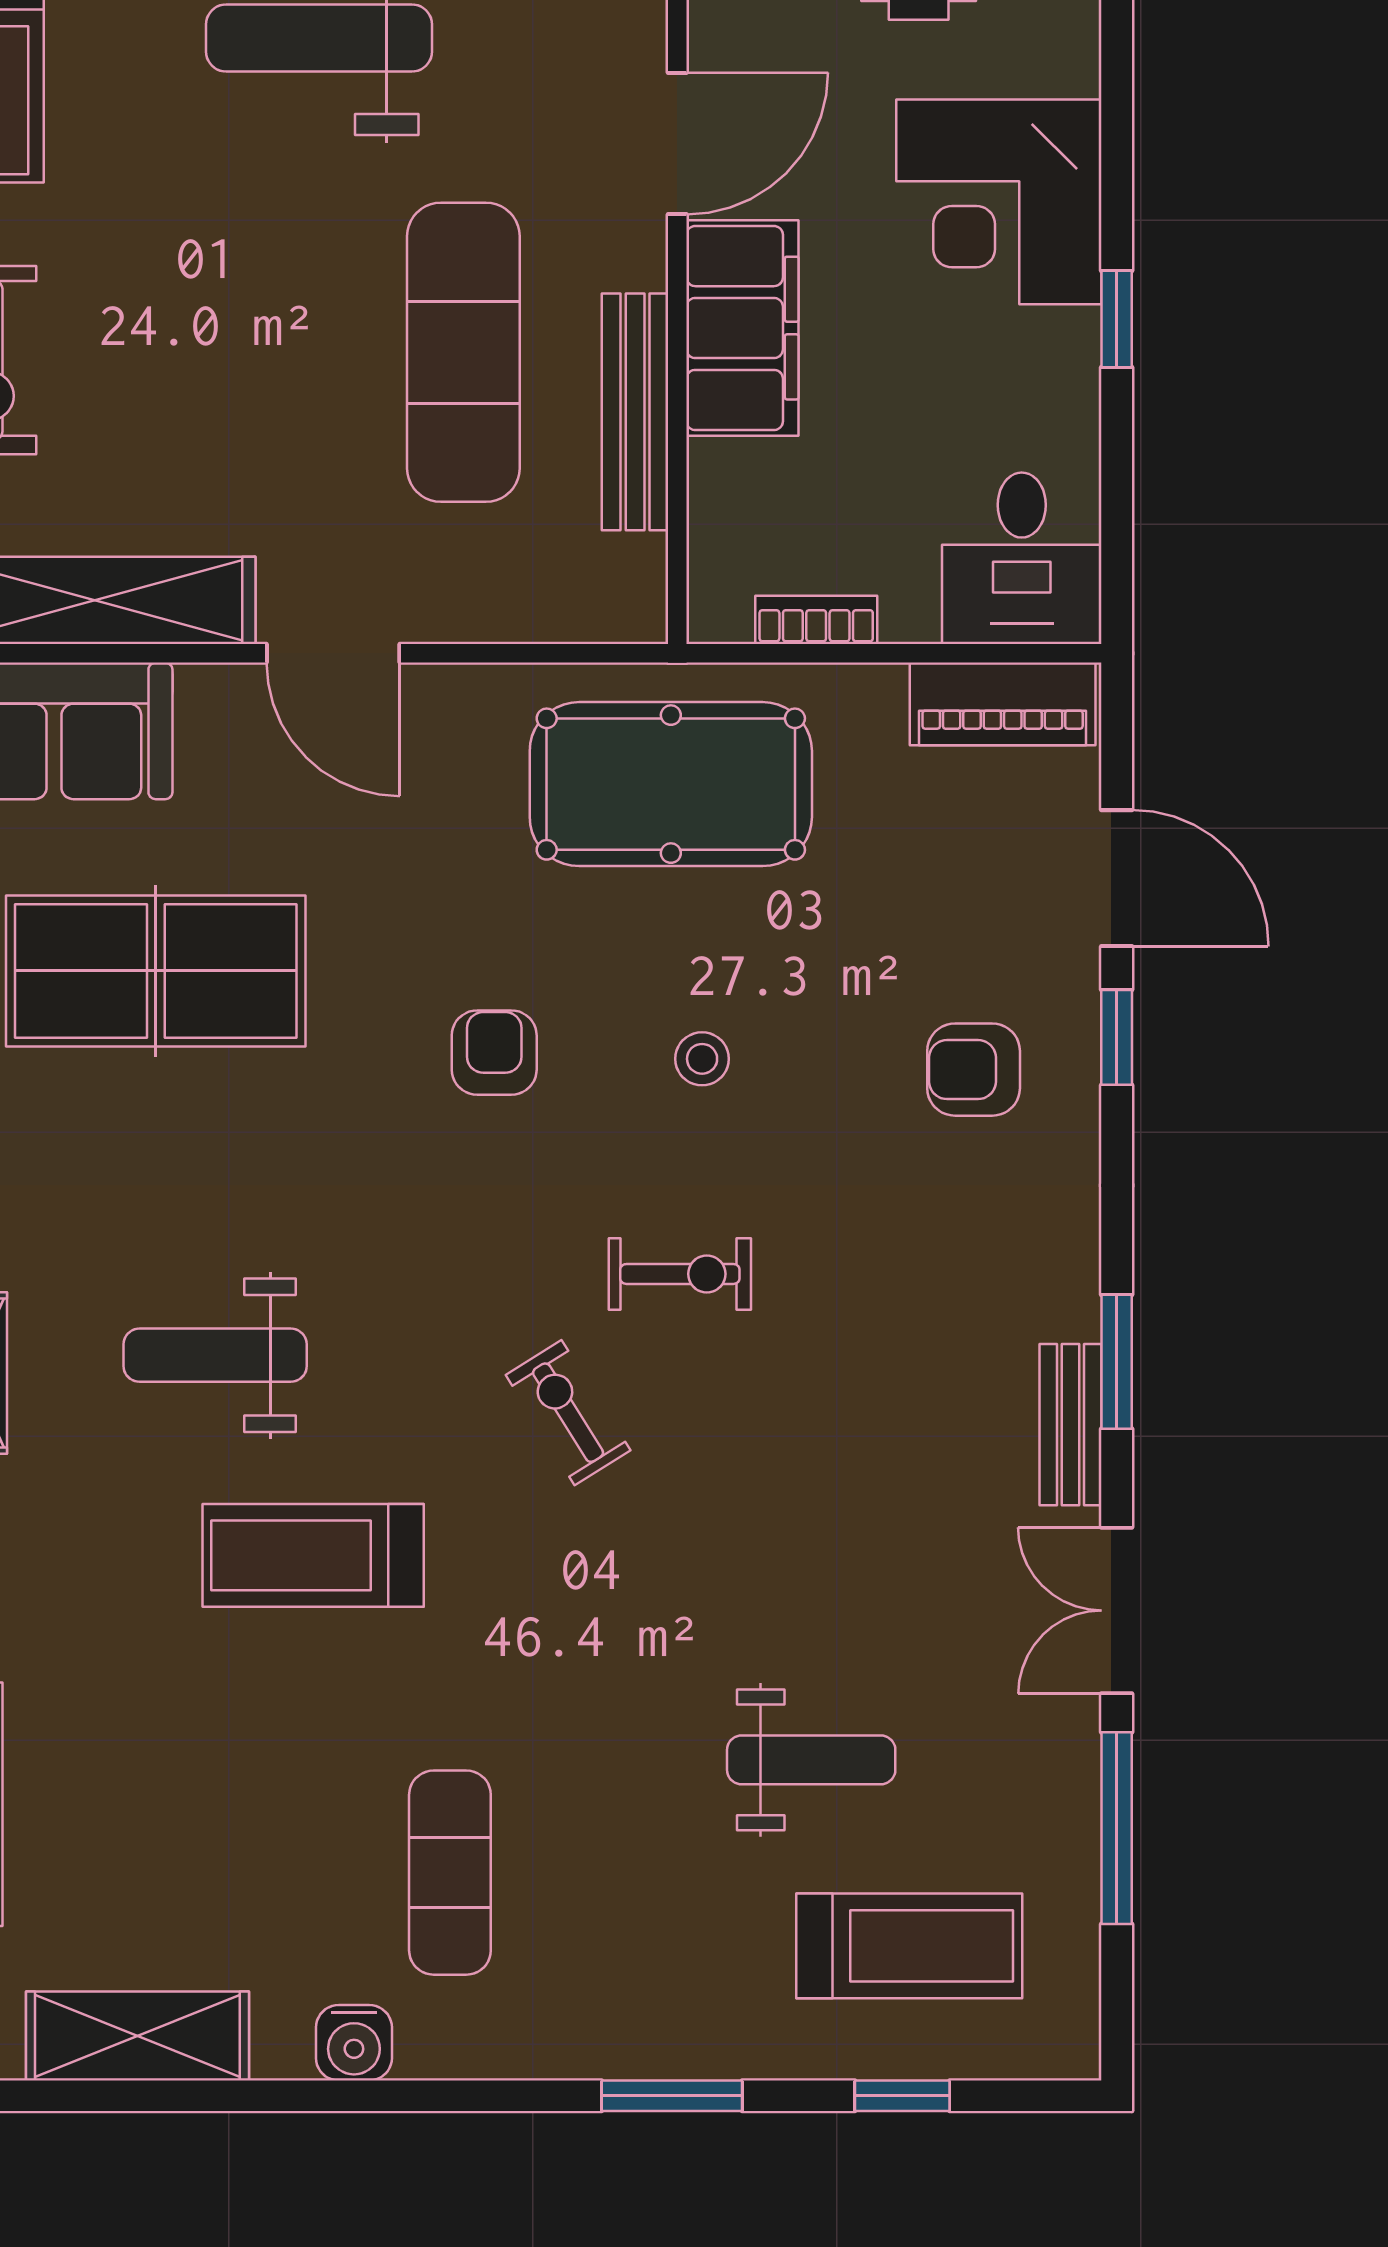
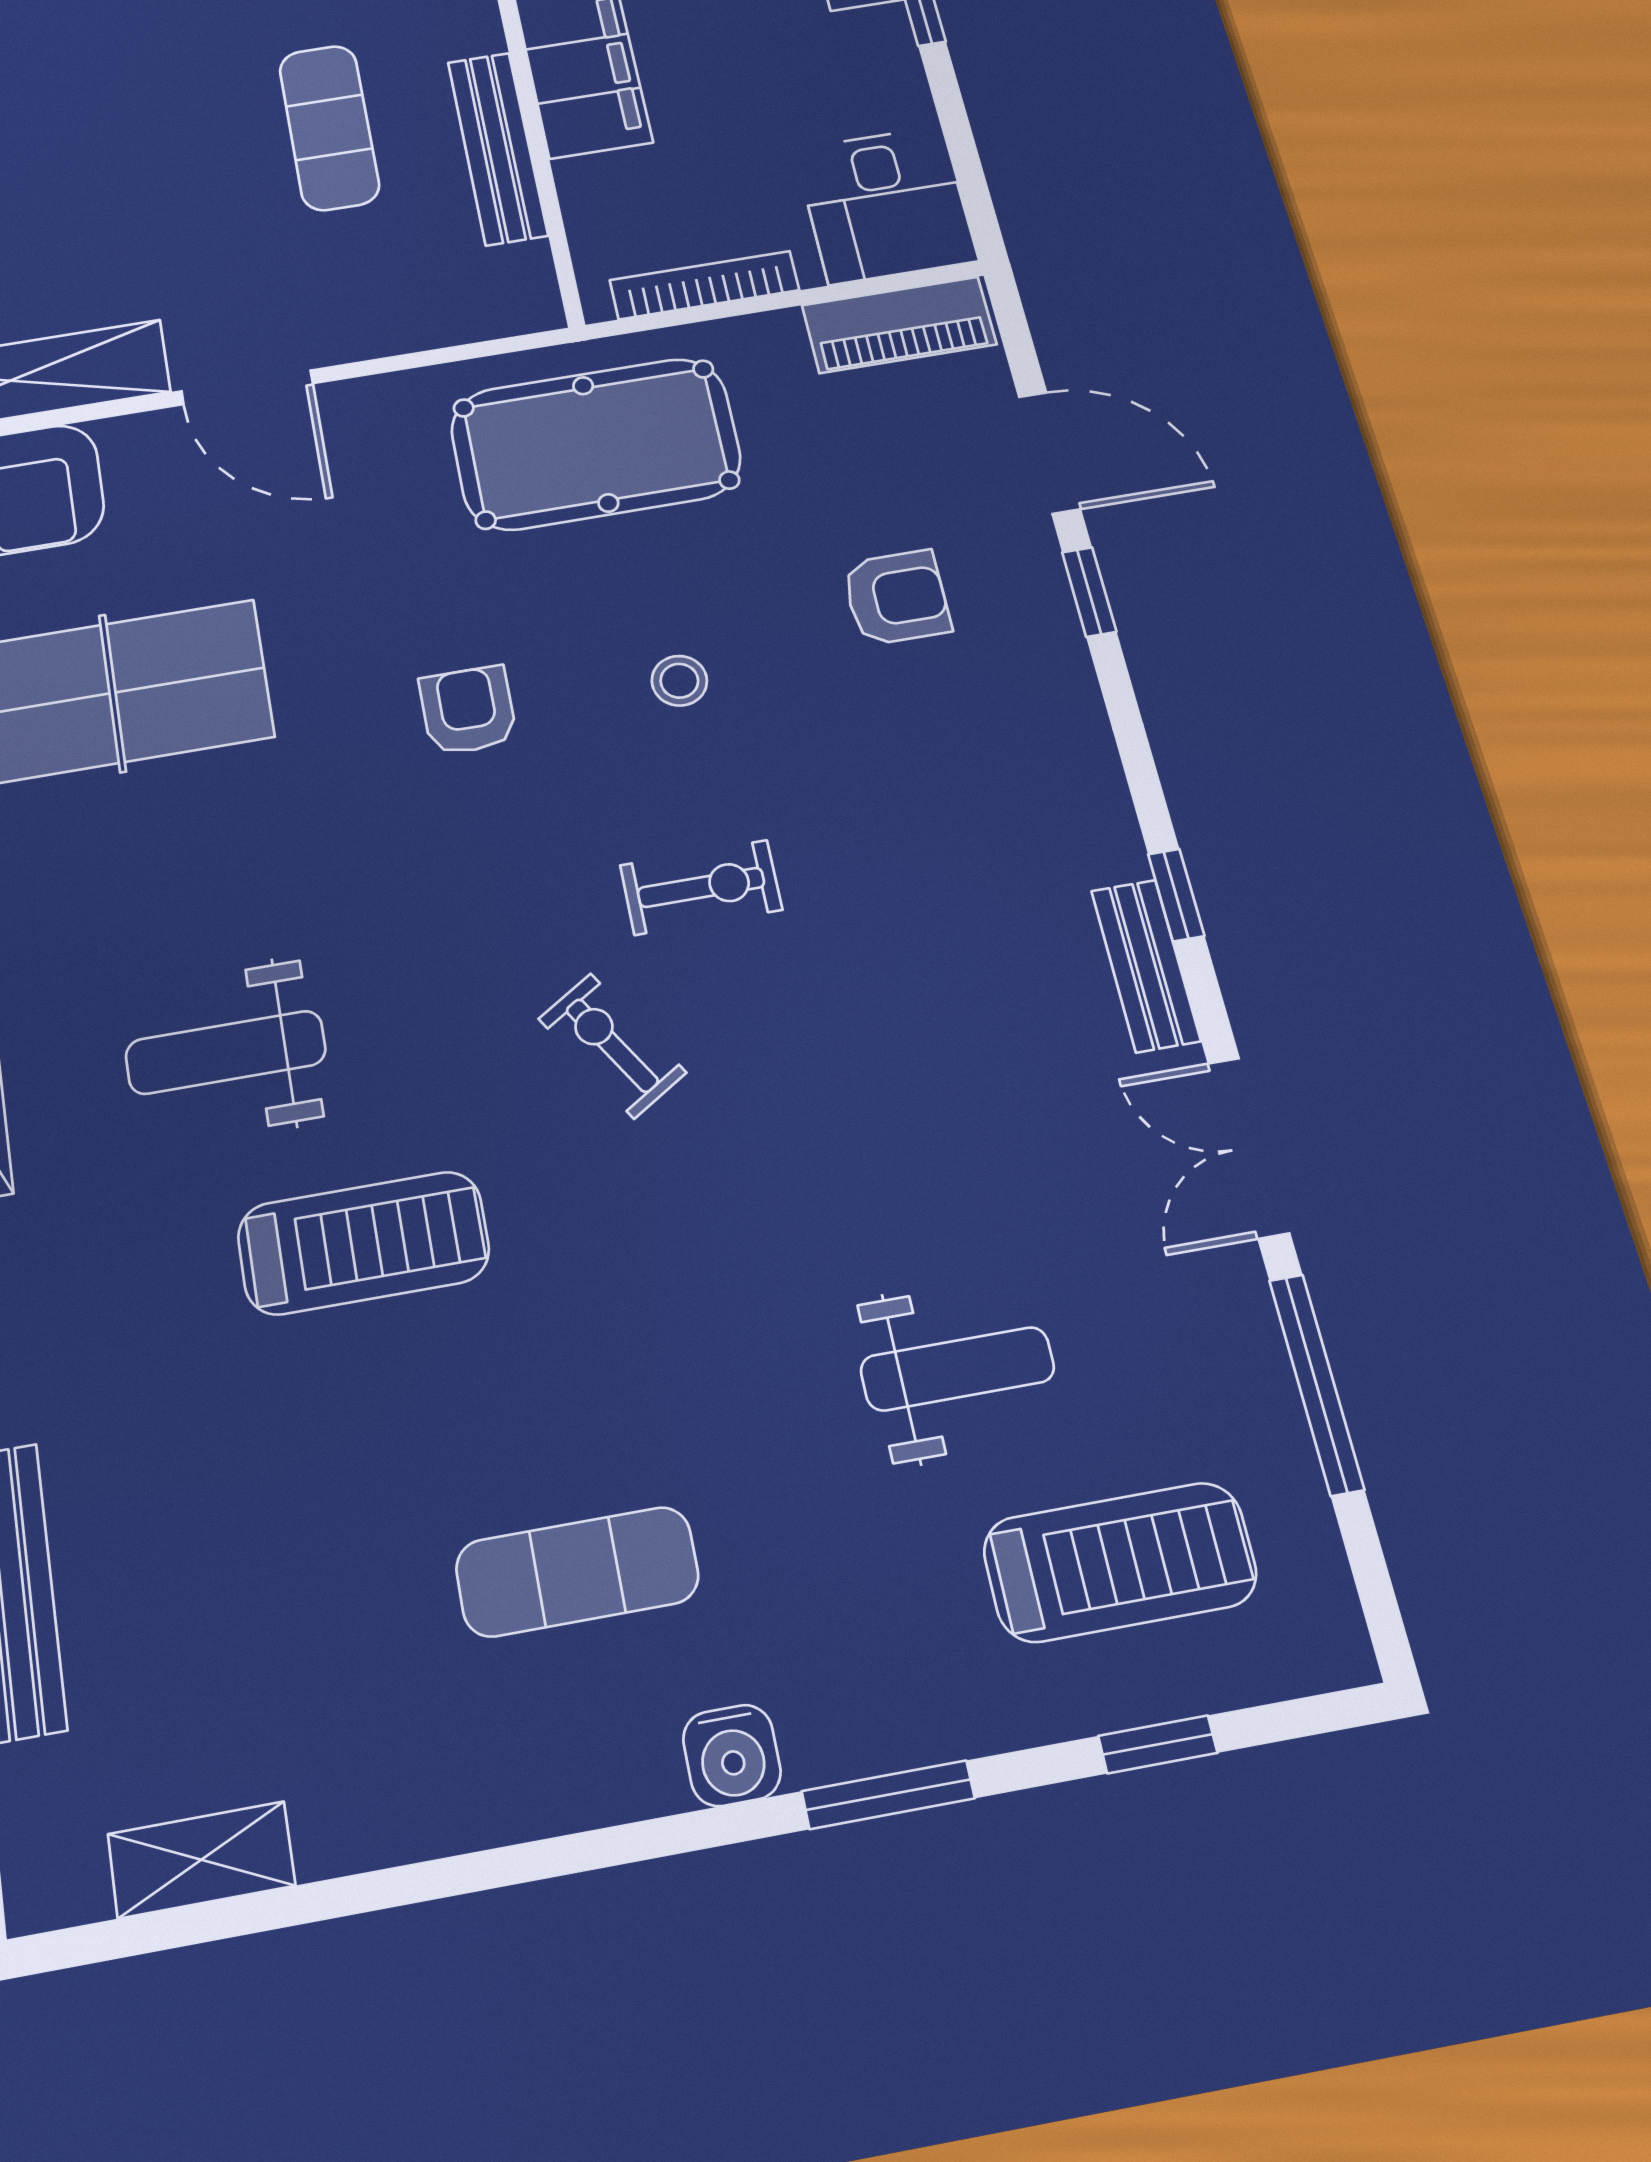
exercise mat: (463, 352) -> (329, 127), width x0.73, depth x0.69
bookcase: (816, 620) -> (704, 285), width x1.56
armchair: (974, 1070) -> (896, 598), moved, turned 180
window: (1117, 1362) -> (1176, 895), width x0.67
treadmill: (313, 1555) -> (363, 1243), turned 180
exercise mat: (450, 1873) -> (577, 1572), turned 90
shelving: (137, 2036) -> (201, 1860), width x0.67, depth x0.75
water cooler: (354, 2043) -> (732, 1755), moved

